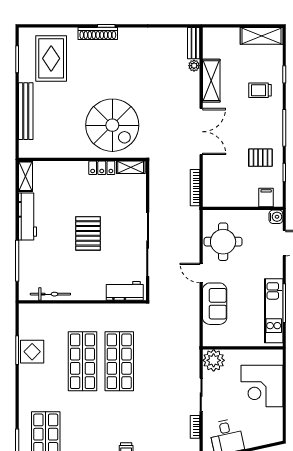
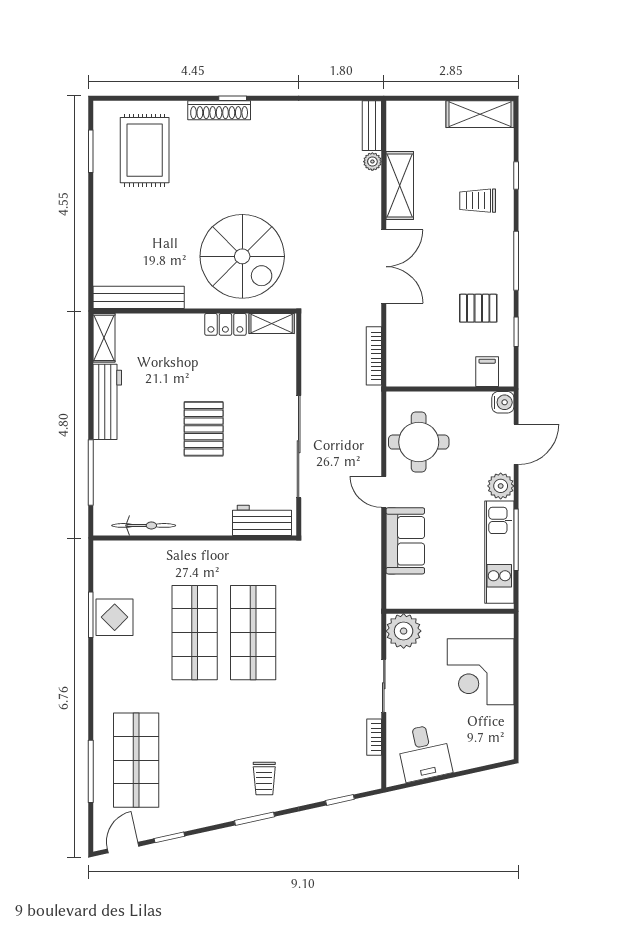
bench: (26, 111) -> (139, 297), moved, turned 90
plant: (275, 269) -> (501, 486), added

